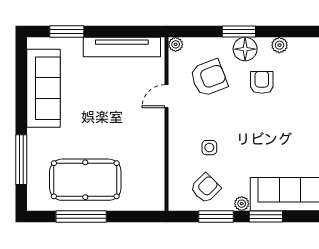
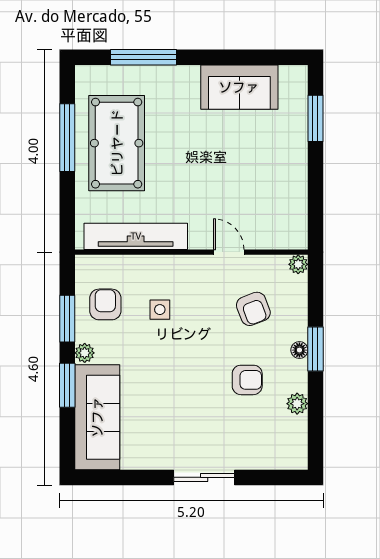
tv unit: (122, 47) -> (136, 236), moved, turned 90
floor lamp: (245, 49) -> (299, 350), width x0.53, depth x0.53
armchair: (209, 78) -> (253, 309), width x0.72, depth x0.72
sofa: (44, 88) -> (239, 87), width x0.73
armchair: (206, 188) -> (105, 304), turned -135

